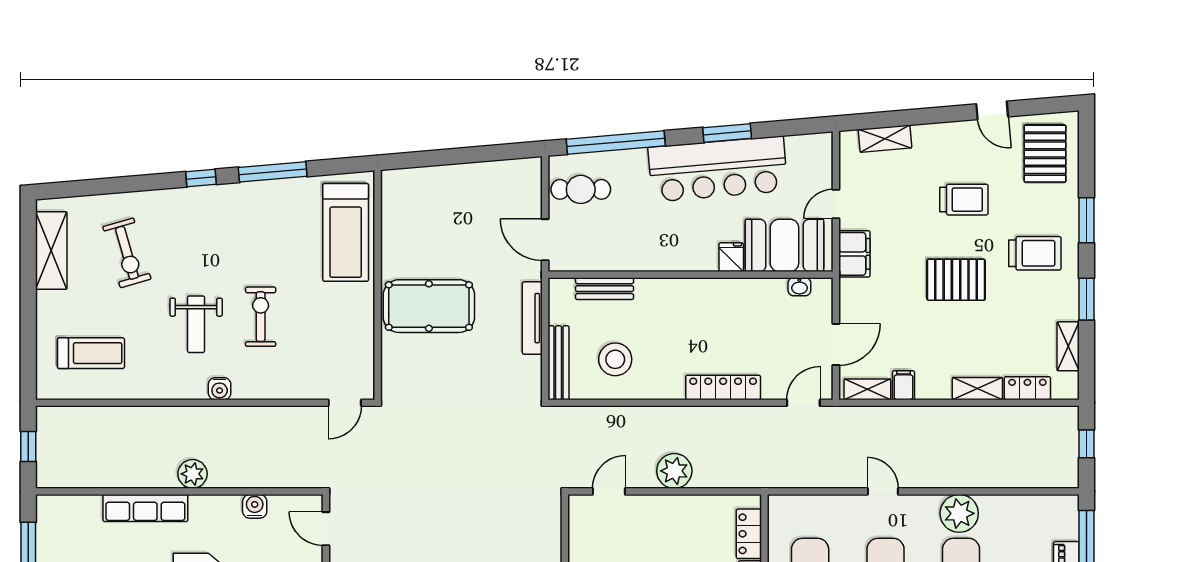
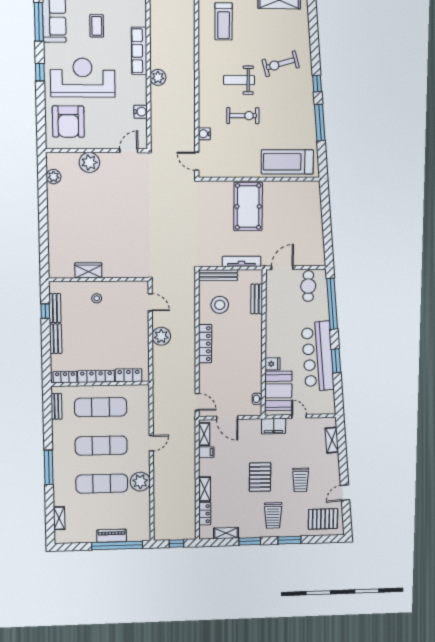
exercise bike: (127, 253) -> (281, 64), moved
locker: (723, 387) -> (205, 344), moved
water cooler: (220, 389) -> (204, 134), moved

